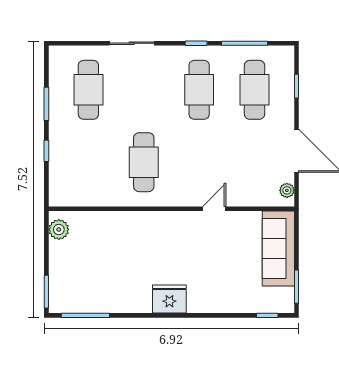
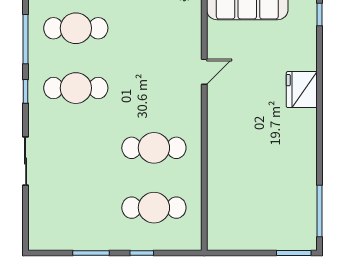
cafe table: (88, 90) -> (154, 208), moved
door: (214, 209) -> (204, 72), swing flipped
plant: (59, 229) -> (227, 240), removed
fridge: (169, 299) -> (302, 90), moved

